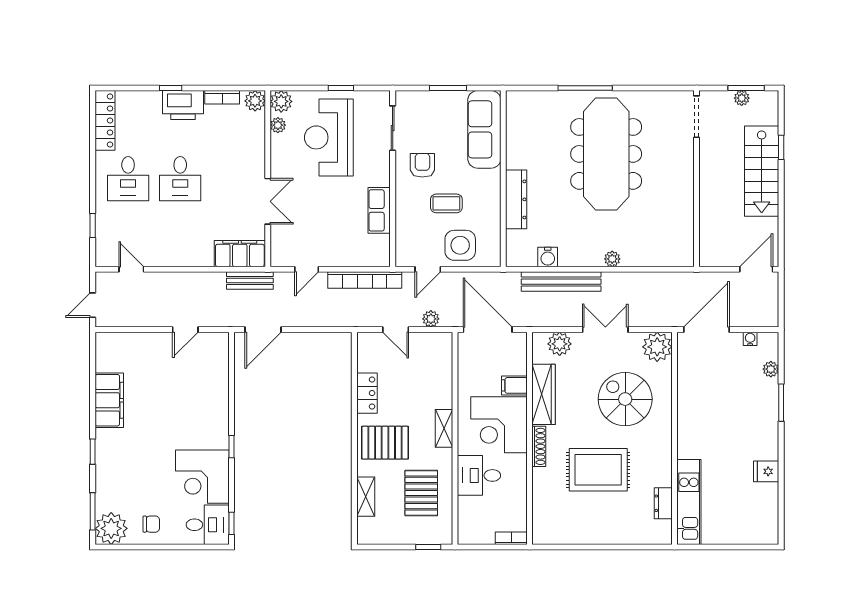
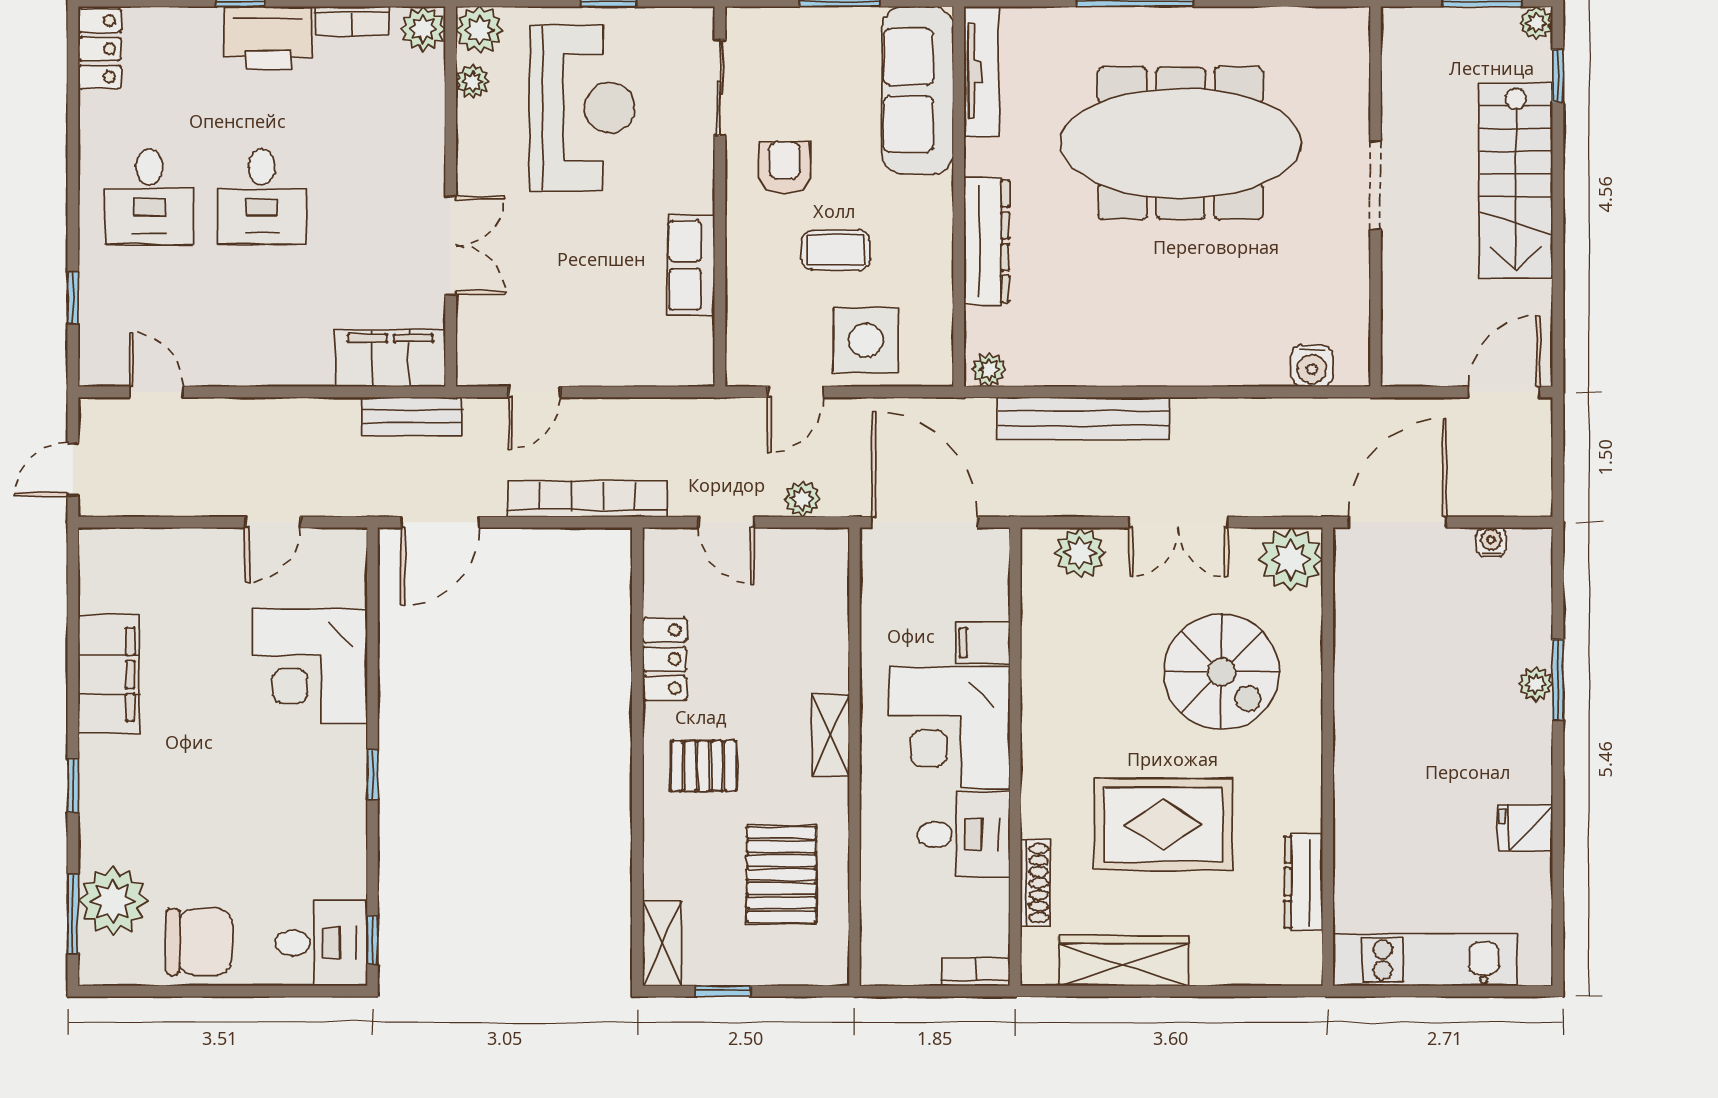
plant: (742, 98) -> (1536, 23), moved
doorway: (697, 117) -> (1375, 185), moved
locker: (105, 120) -> (100, 49), width x0.66
tv unit: (514, 121) -> (981, 71), added
reception desk: (329, 137) -> (582, 108), turned 180
window: (781, 147) -> (1558, 76), moved
meeting table: (606, 154) -> (1180, 143), turned 90
water cooler: (548, 257) -> (1312, 366), moved
plant: (612, 259) -> (989, 370), moved
bookcase: (365, 280) -> (587, 499), moved, turned 180
double door: (605, 330) -> (1179, 522), swing flipped
plant: (771, 369) -> (1536, 684), moved
wardrobe: (544, 394) -> (1124, 961), moved, turned -90
spiral stairs: (625, 399) -> (1221, 672), turned 180
pallet: (385, 443) -> (704, 766), width x0.67, depth x0.71
shoe rack: (539, 446) -> (1035, 883), moved
desk: (479, 475) -> (963, 834), moved, turned 180
corner desk: (202, 477) -> (310, 666), moved
shelving: (366, 497) -> (662, 943), moved
kitchen unit: (689, 502) -> (1425, 960), moved, turned -90
dresser: (663, 503) -> (1303, 882), width x1.44
chair: (151, 524) -> (199, 942), width x1.87, depth x1.87
plant: (111, 528) -> (113, 901), moved
window: (428, 547) -> (723, 991), moved

